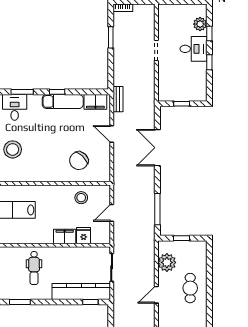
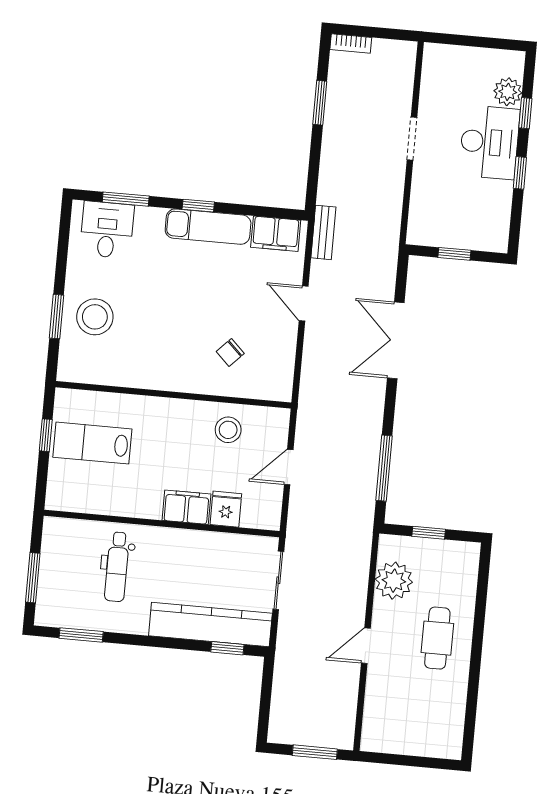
desk: (193, 49) -> (489, 142), width x1.37
chair: (79, 161) -> (230, 352), width x0.54, depth x0.54

